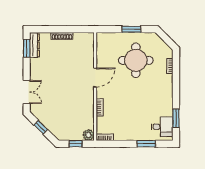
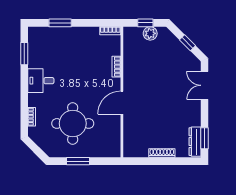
desk: (162, 127) -> (41, 81), moved
plant: (88, 135) -> (150, 33), moved

